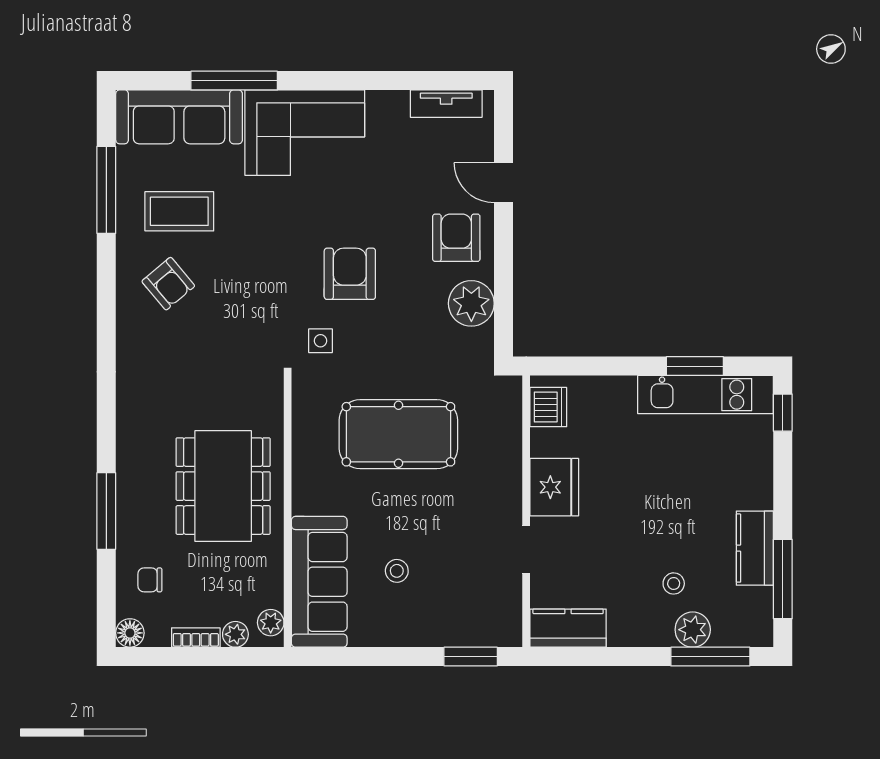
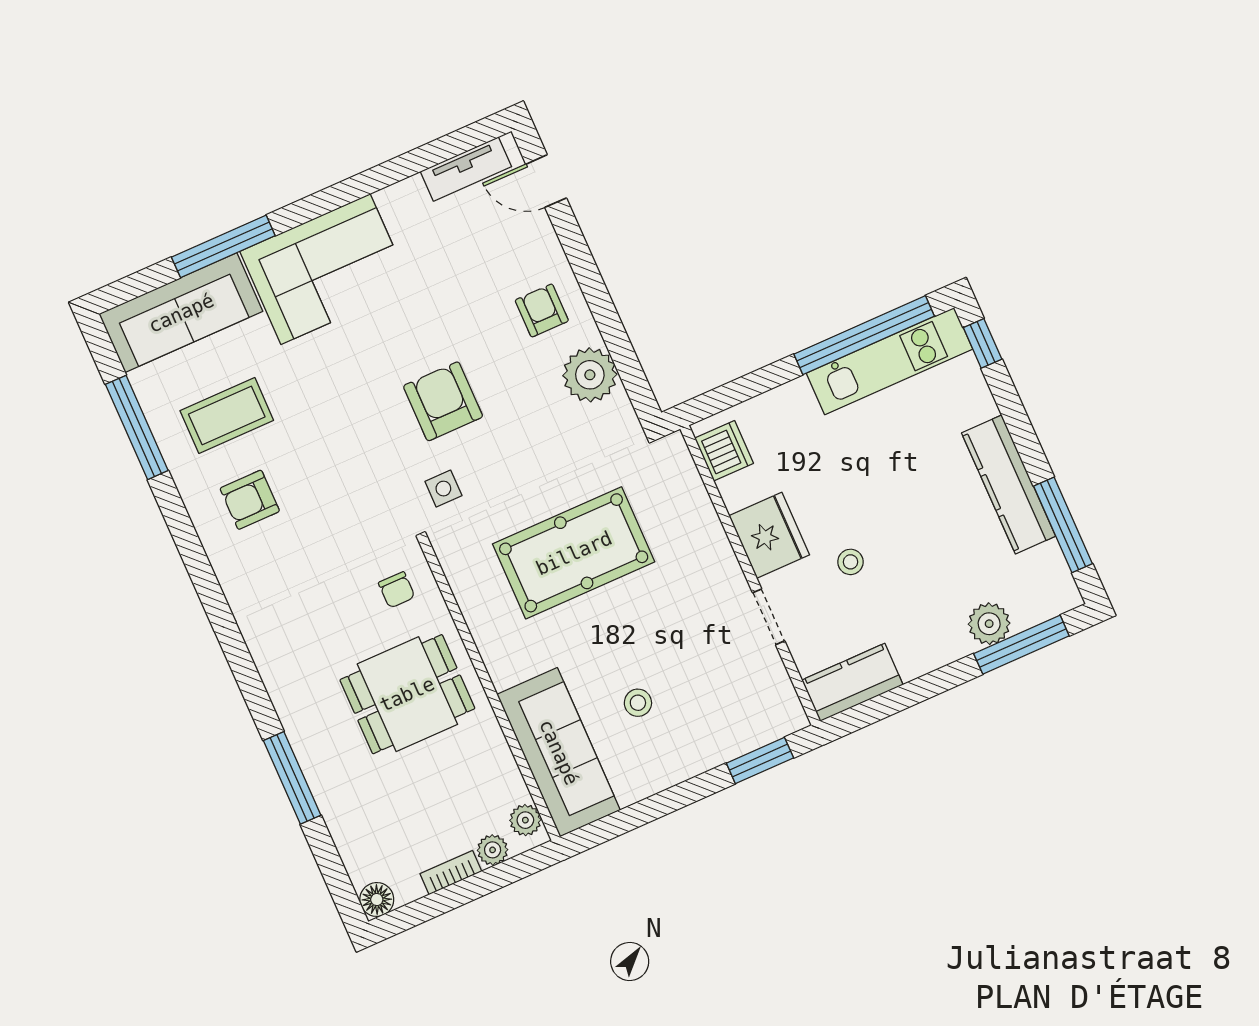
door: (504, 183) -> (546, 181), moved
armchair: (456, 238) -> (542, 310), width x0.72, depth x0.72
armchair: (168, 284) -> (250, 500), turned 130
window: (695, 366) -> (864, 335), width x2.11
dining table: (223, 486) -> (407, 694), width x0.73
kitchen counter: (755, 548) -> (1009, 485), width x1.50
chair: (150, 580) -> (397, 590), moved, turned -90
stool: (674, 583) -> (850, 562), moved

